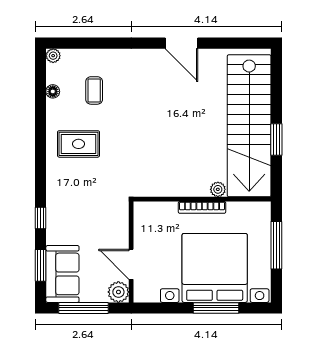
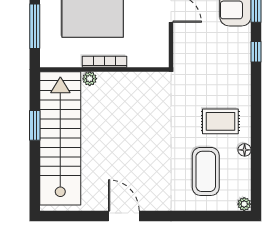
coffee table: (94, 90) -> (206, 171), width x1.86, depth x1.72
floor lamp: (53, 91) -> (245, 150), moved

